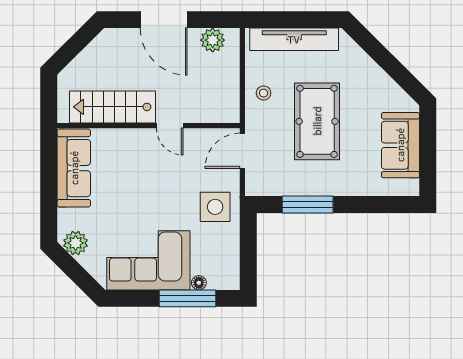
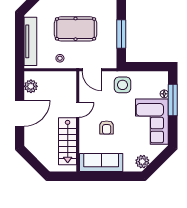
armchair: (138, 178) -> (107, 127), added

